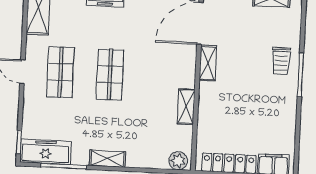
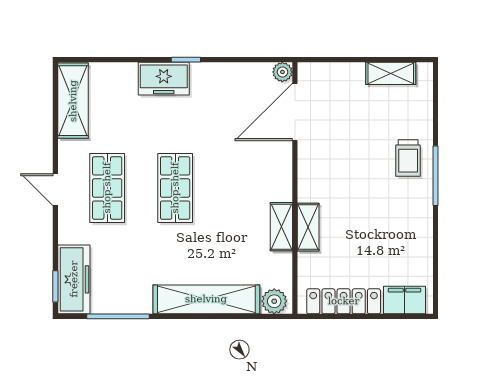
shelving: (208, 63) -> (308, 227), moved
freezer: (46, 152) -> (74, 279), moved, turned 90
shelving: (108, 159) -> (206, 299), width x2.20, depth x1.33

